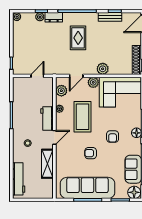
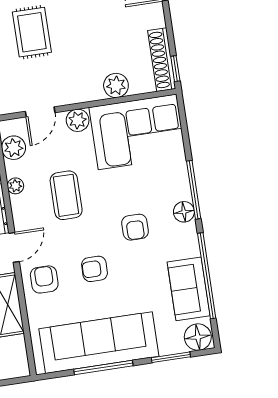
plant: (103, 69) -> (116, 85), moved
coffee table: (83, 117) -> (66, 195), width x0.73, depth x0.76
armchair: (66, 155) -> (44, 279), added

